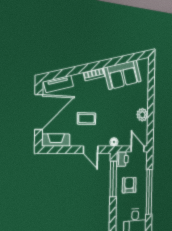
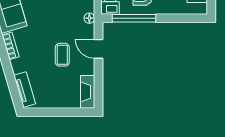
door: (39, 112) -> (57, 112), removed
door: (91, 150) -> (99, 49), swing flipped

